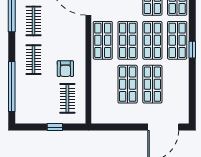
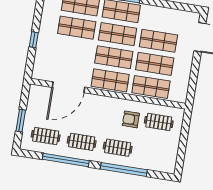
armchair: (65, 69) -> (131, 119), turned 180
shop shelf: (103, 84) -> (151, 87), added
window: (12, 86) -> (124, 169), moved
window: (55, 127) -> (184, 138), removed

